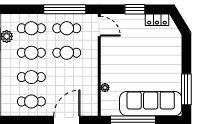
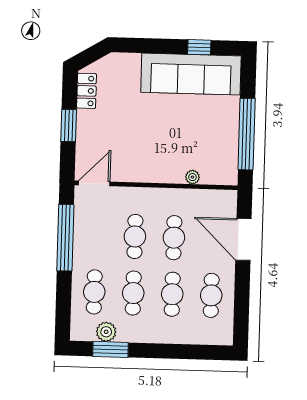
cafe table: (67, 28) -> (174, 238), moved
window: (186, 89) -> (199, 47), width x0.46
sofa: (151, 104) -> (191, 74), moved, turned -90

